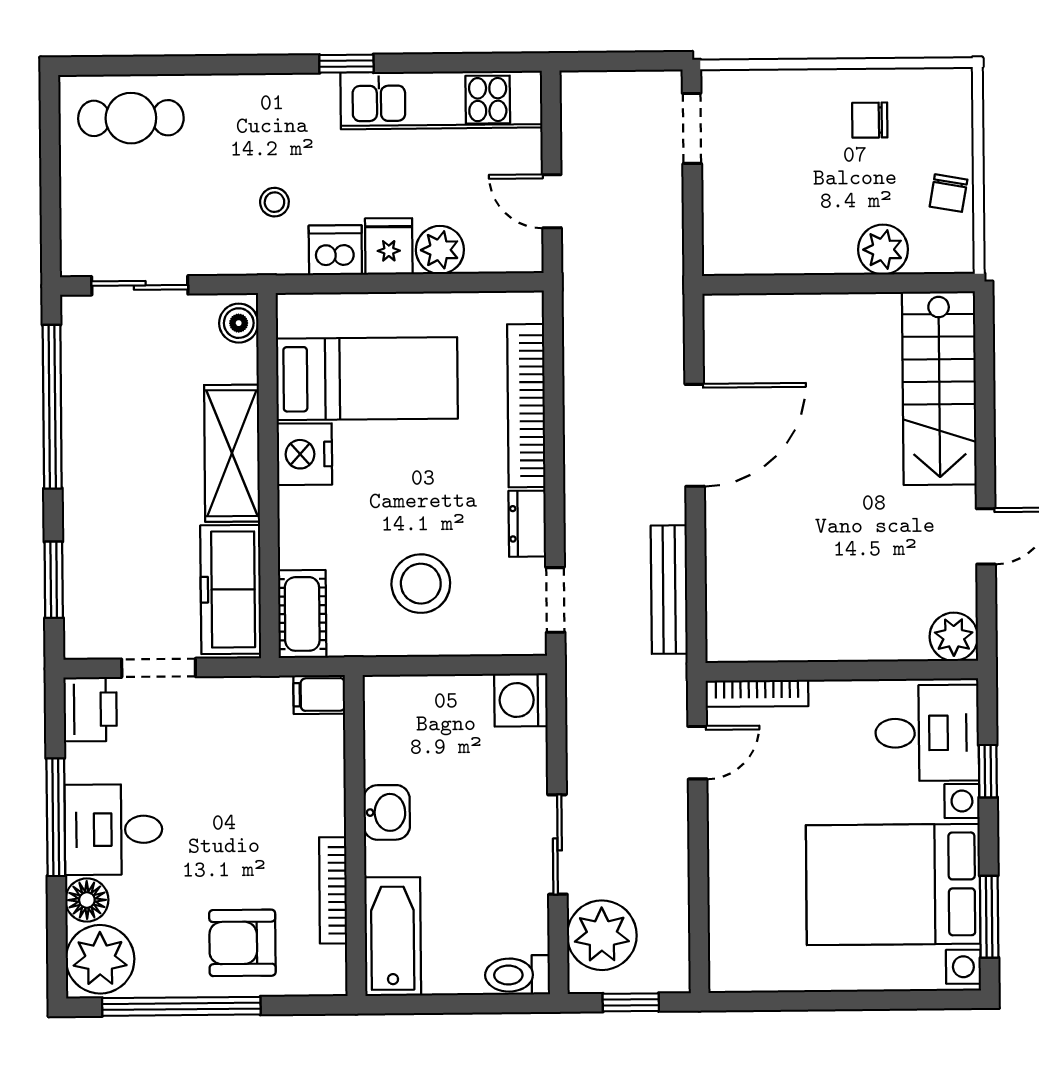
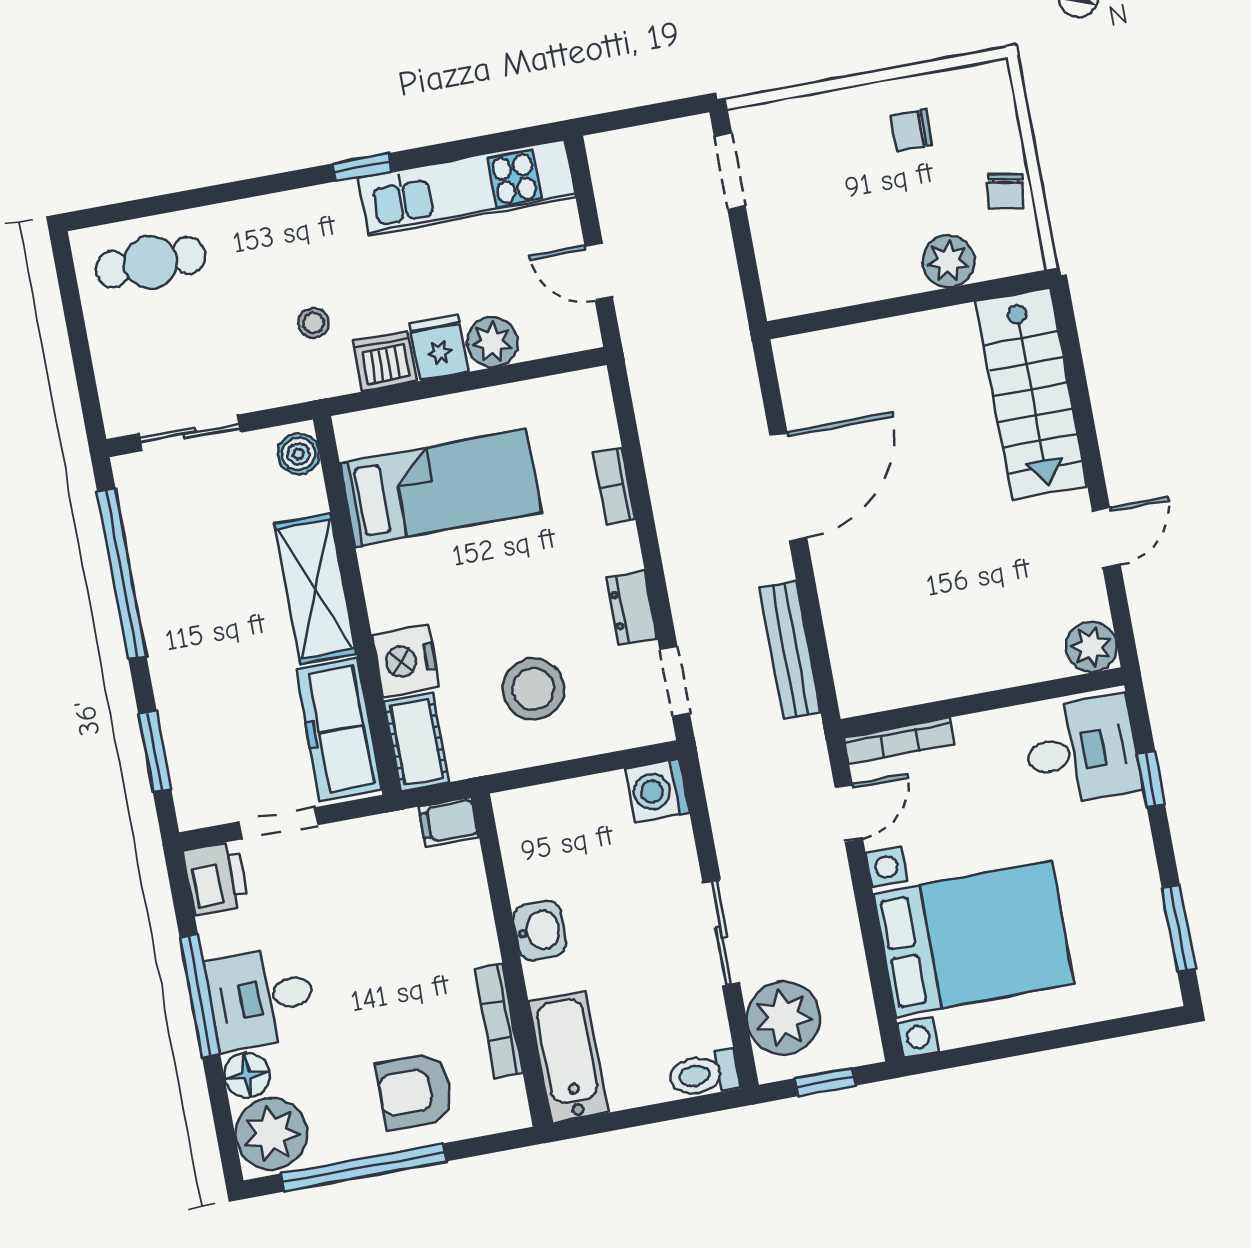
bookcase: (526, 406) -> (614, 486), width x0.43, depth x0.76
nightstand: (304, 454) -> (406, 661), moved
bed with nightstands: (893, 884) -> (974, 939), moved, turned 180

